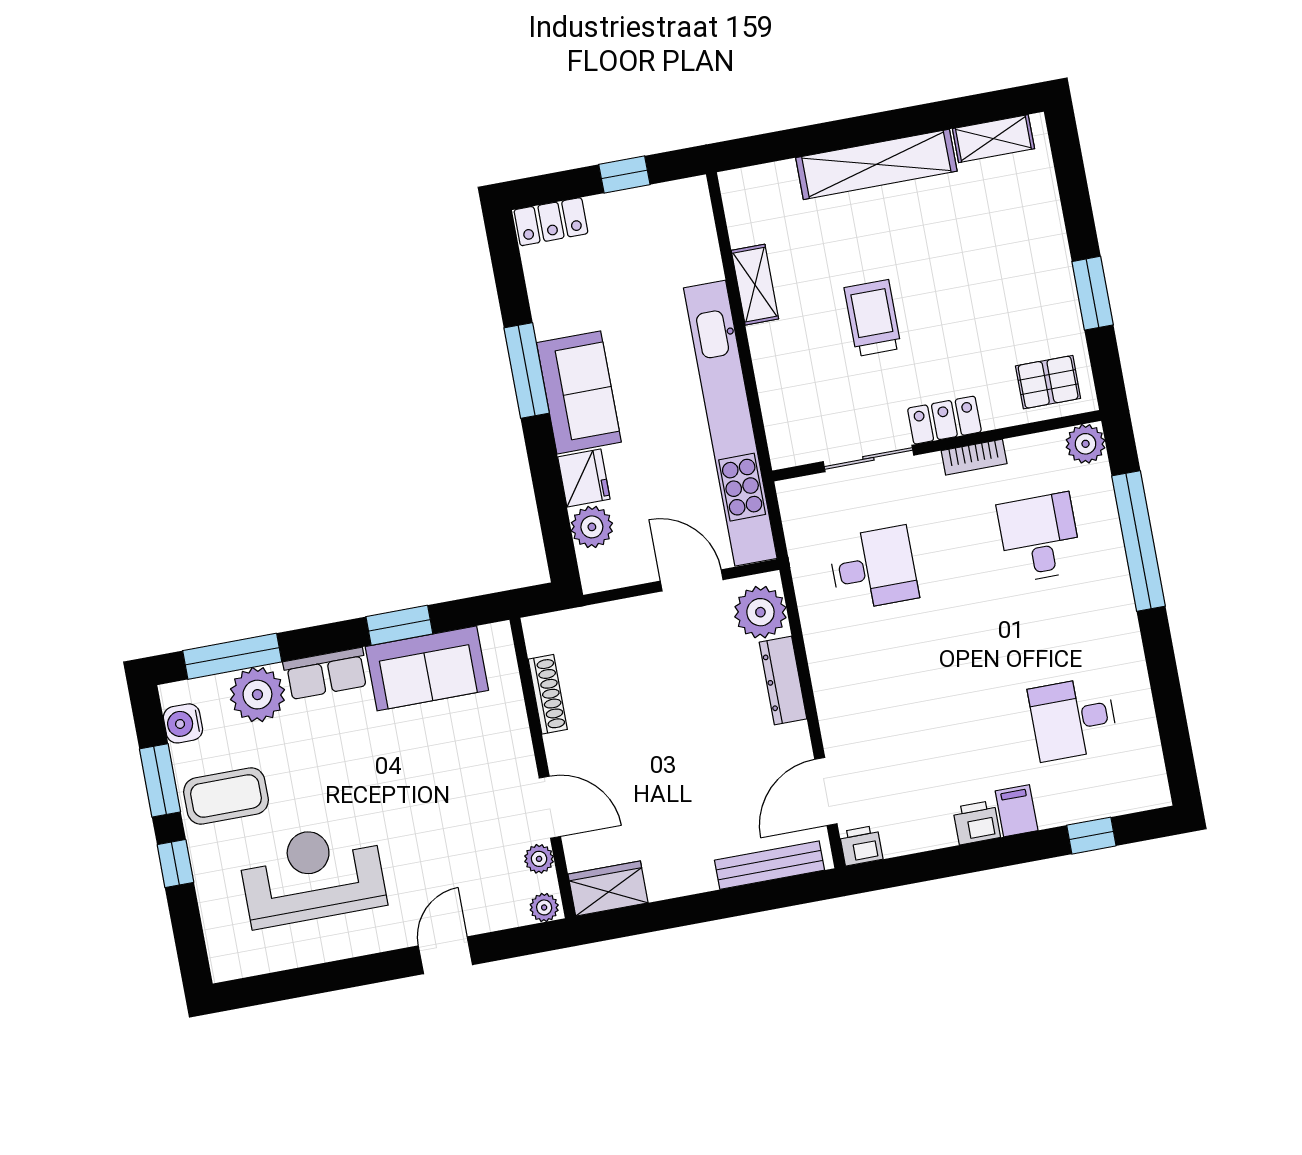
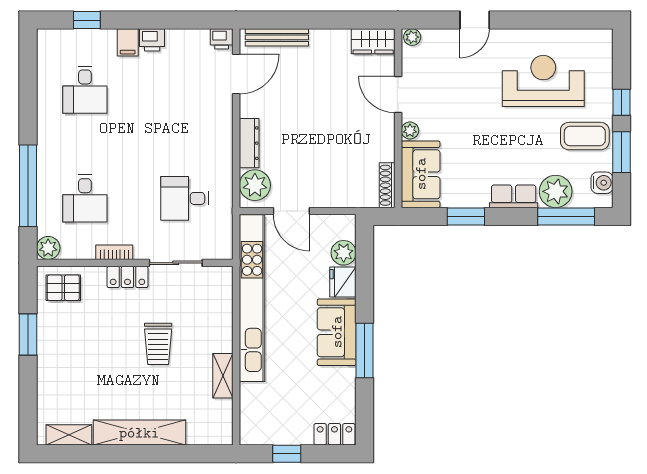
sofa: (427, 668) -> (421, 174), moved, turned 90
shoe rack: (548, 694) -> (387, 185), moved
desk: (1073, 719) -> (85, 90), turned 90
plant: (539, 859) -> (410, 131), moved
reception desk: (312, 875) -> (543, 81), turned 180

